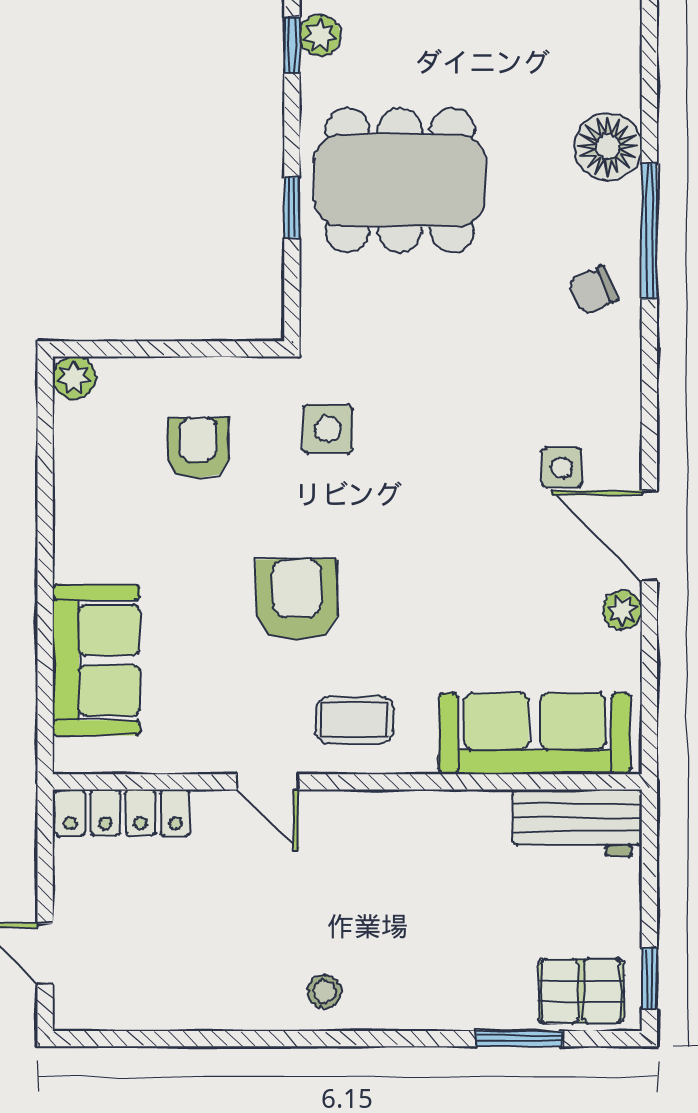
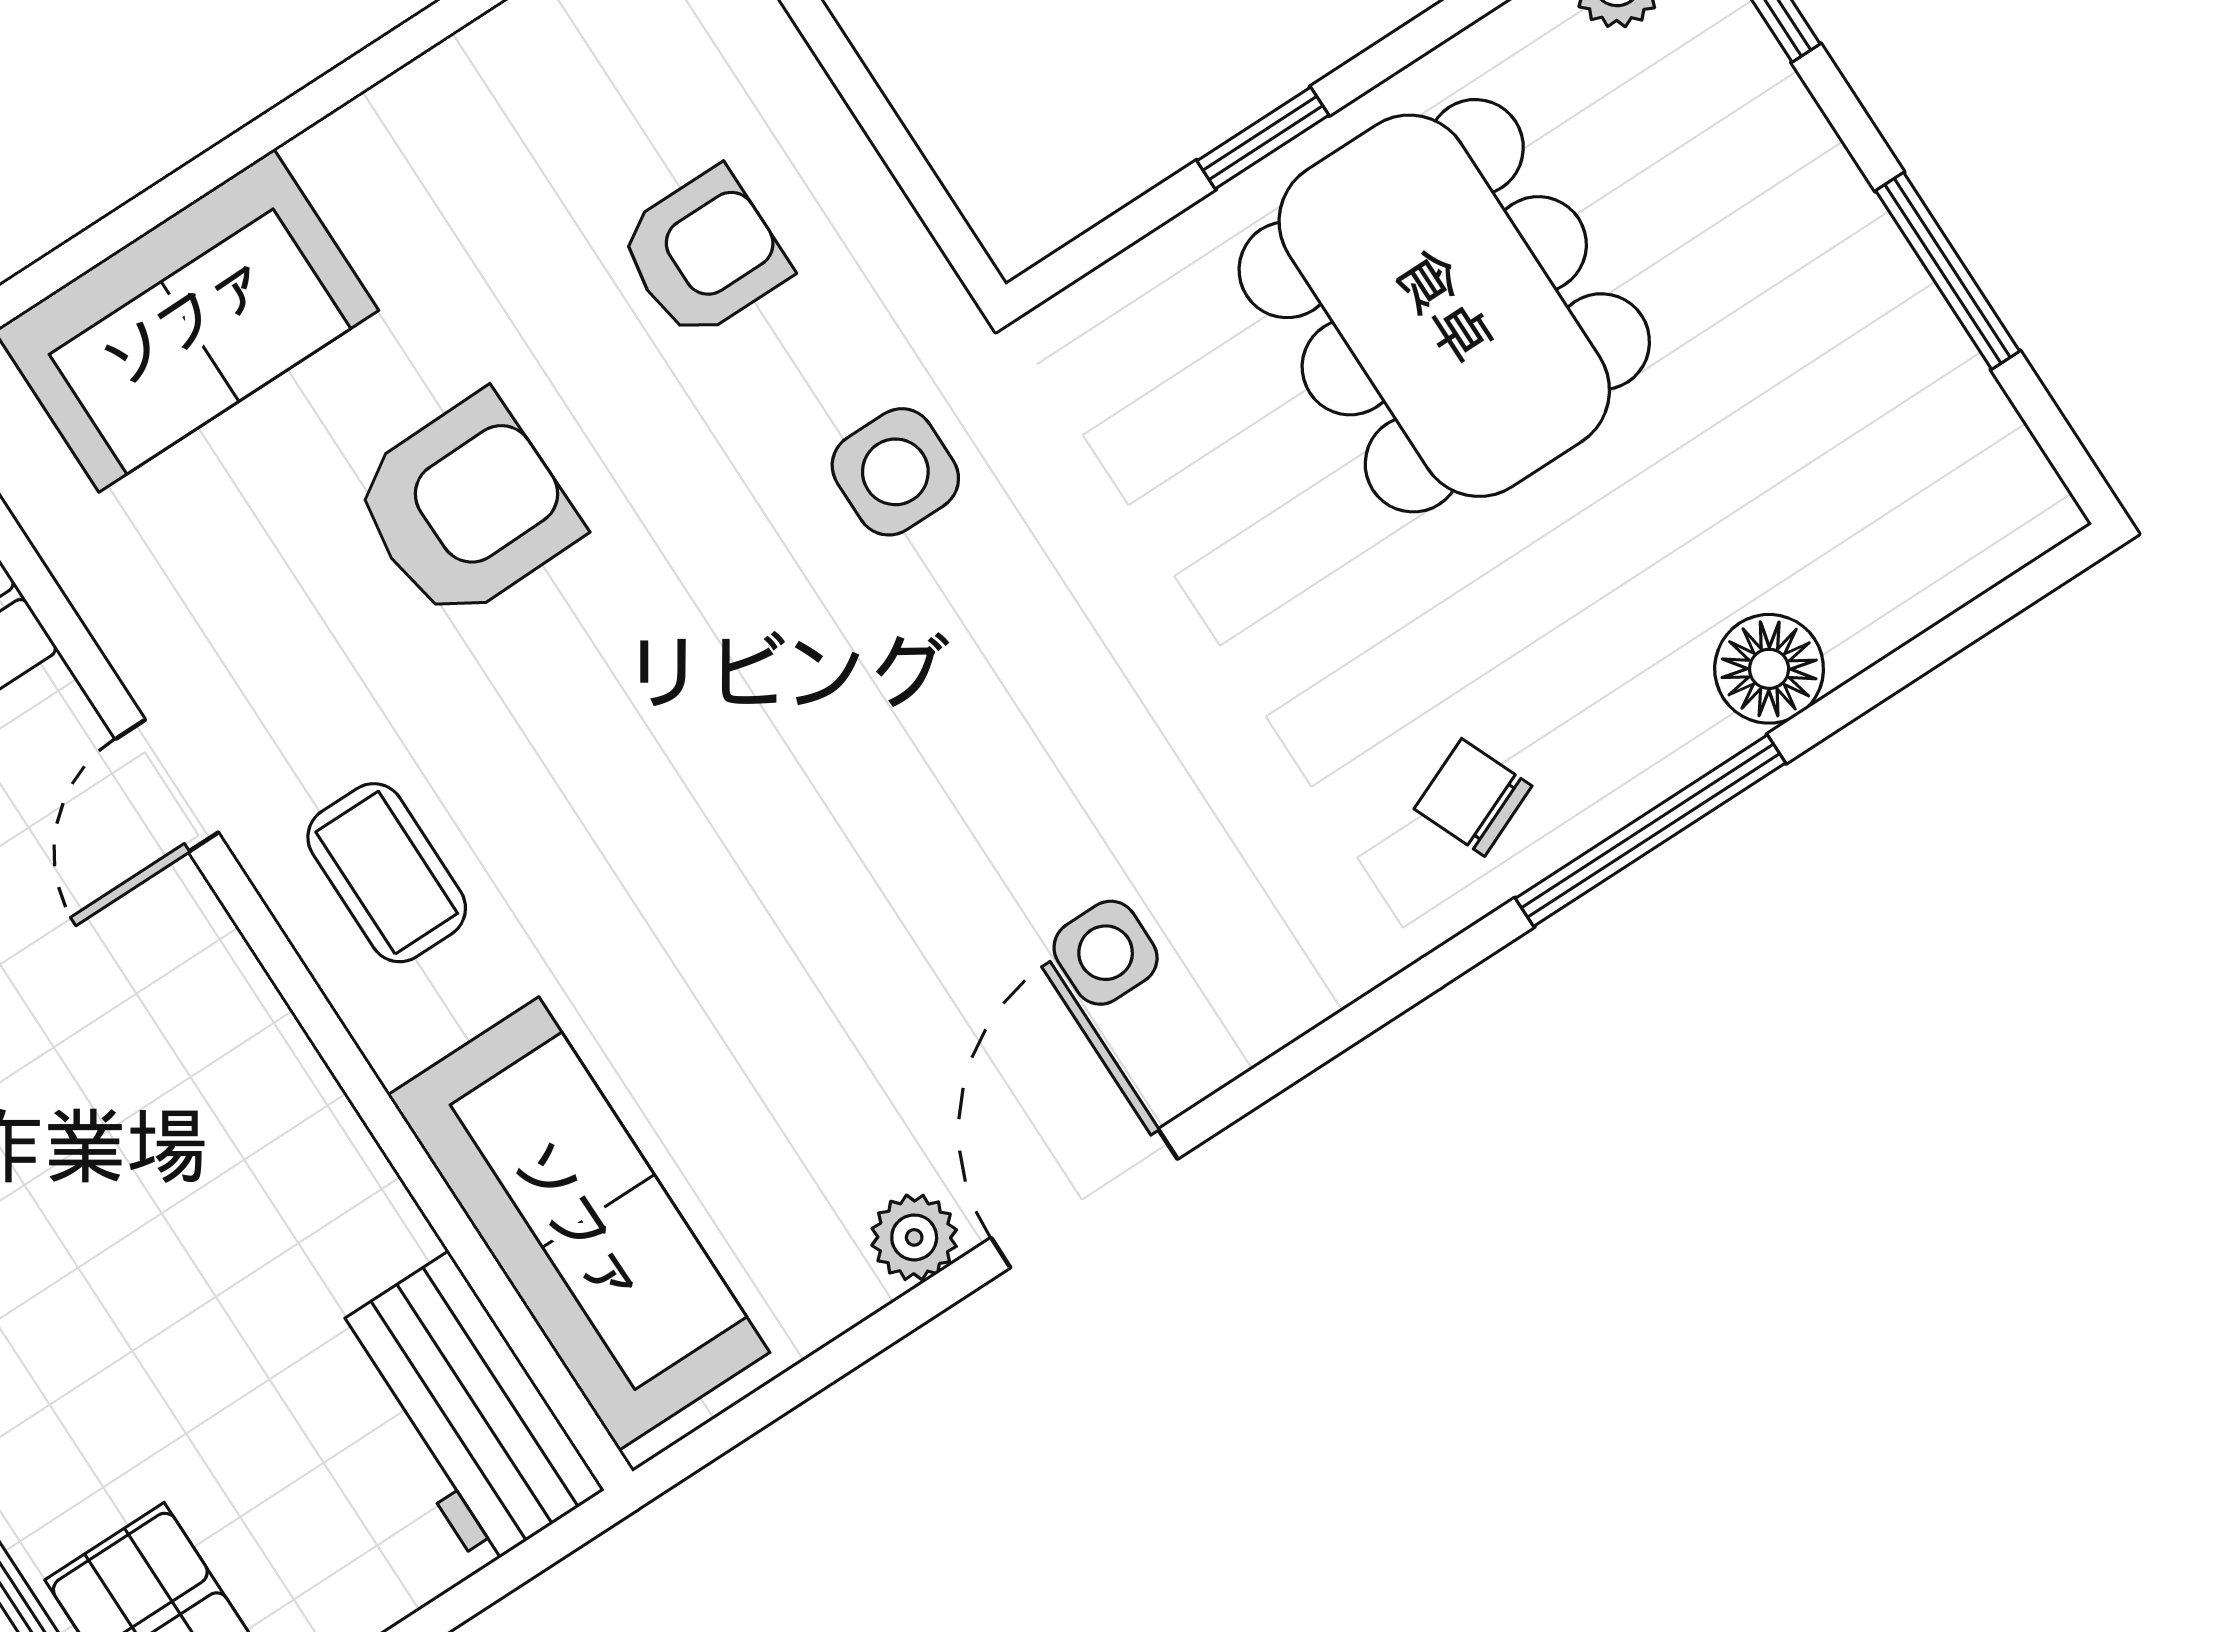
floor lamp: (608, 147) -> (1769, 669), width x0.73, depth x0.73
armchair: (297, 599) -> (466, 508), moved

